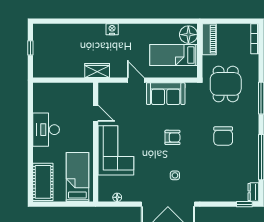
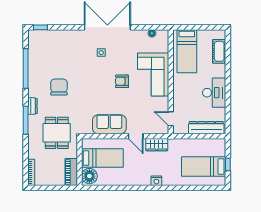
bed: (58, 45) -> (204, 167), added
wardrobe: (97, 70) -> (157, 145), moved
dresser: (55, 90) -> (206, 128), added
door: (96, 113) -> (171, 119), moved
armchair: (173, 137) -> (122, 81), moved
cot: (43, 182) -> (219, 51), width x0.73, depth x0.75
dresser: (253, 192) -> (32, 106), moved

